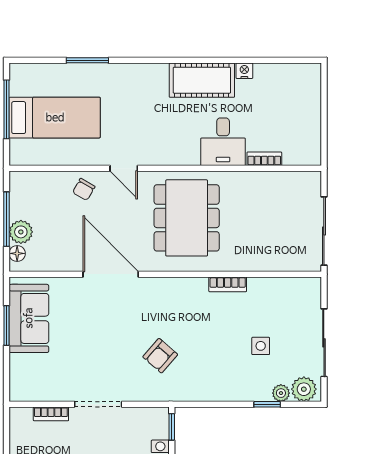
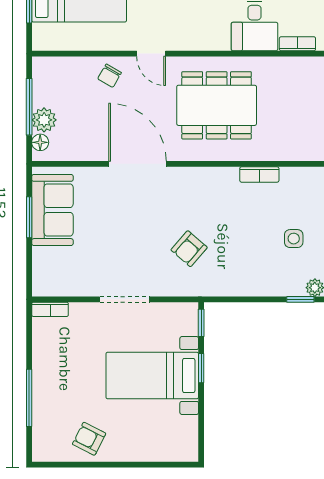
dining table: (187, 218) -> (217, 105), turned 90
bookcase: (51, 414) -> (50, 309), moved

